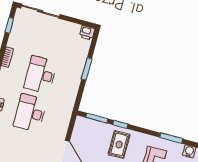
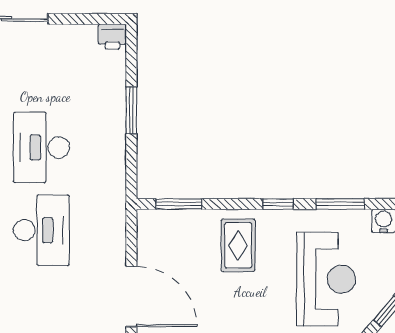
desk: (30, 113) -> (41, 230), turned 180
window: (120, 124) -> (278, 204), moved

